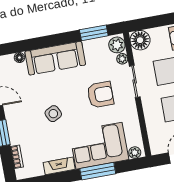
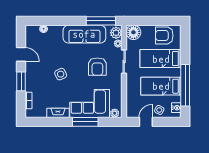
window: (94, 33) -> (101, 21), width x1.44
sofa: (55, 58) -> (84, 34), moved
armchair: (100, 95) -> (97, 67), turned 90

